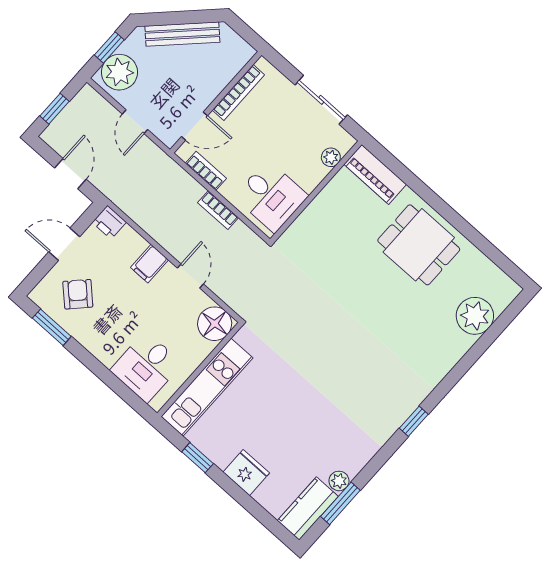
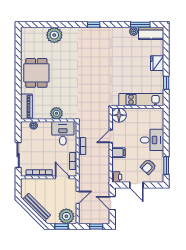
sliding door: (321, 100) -> (18, 155), moved
door: (70, 174) -> (112, 203), hinge flipped
plant: (316, 217) -> (56, 113), added
plant: (475, 316) -> (54, 35), moved
desk: (146, 367) -> (152, 140), moved

